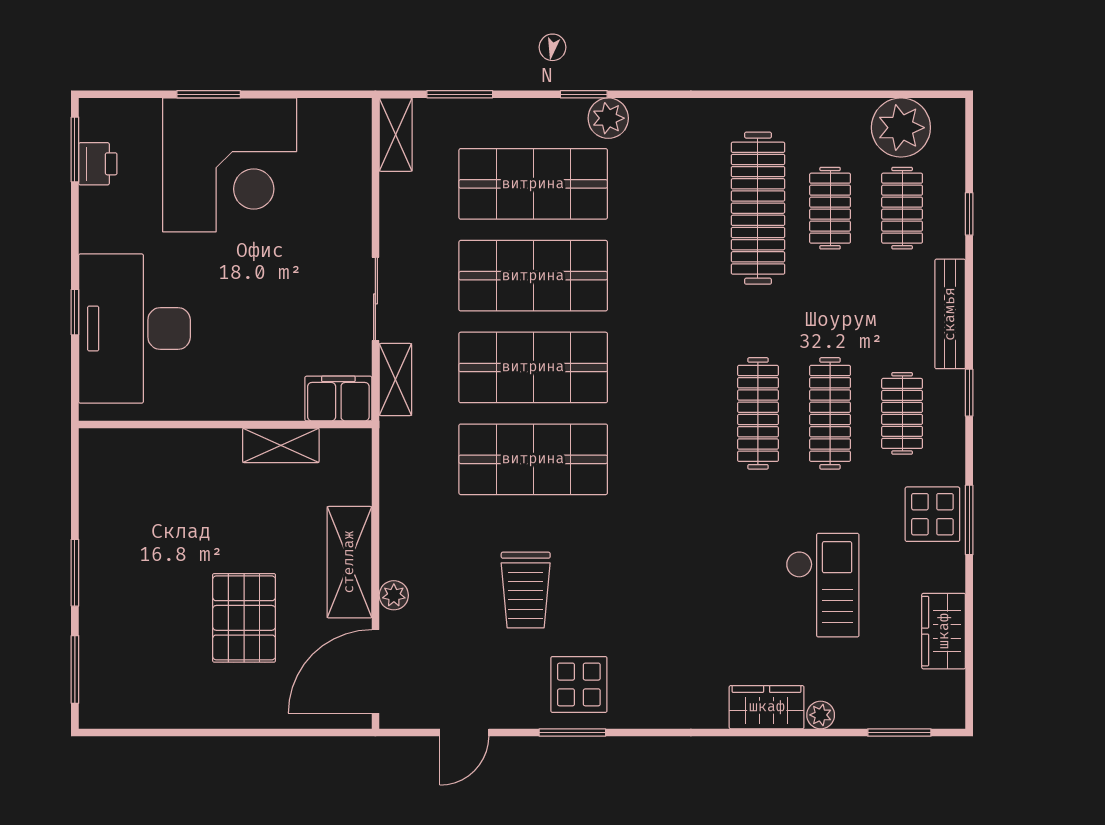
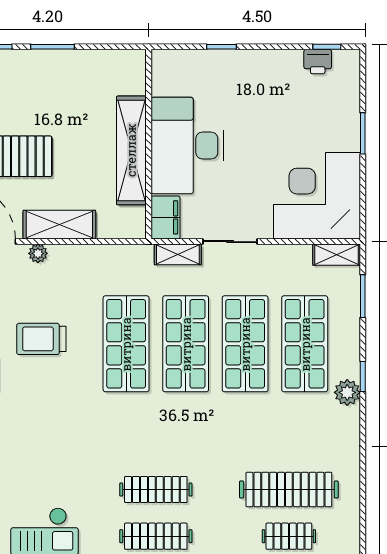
window: (75, 150) -> (327, 47), width x0.67
corner desk: (230, 165) -> (317, 196), moved, turned 90
desk: (134, 329) -> (187, 146), moved, turned -90
shelving: (281, 445) -> (131, 150), width x2.20, depth x1.33

